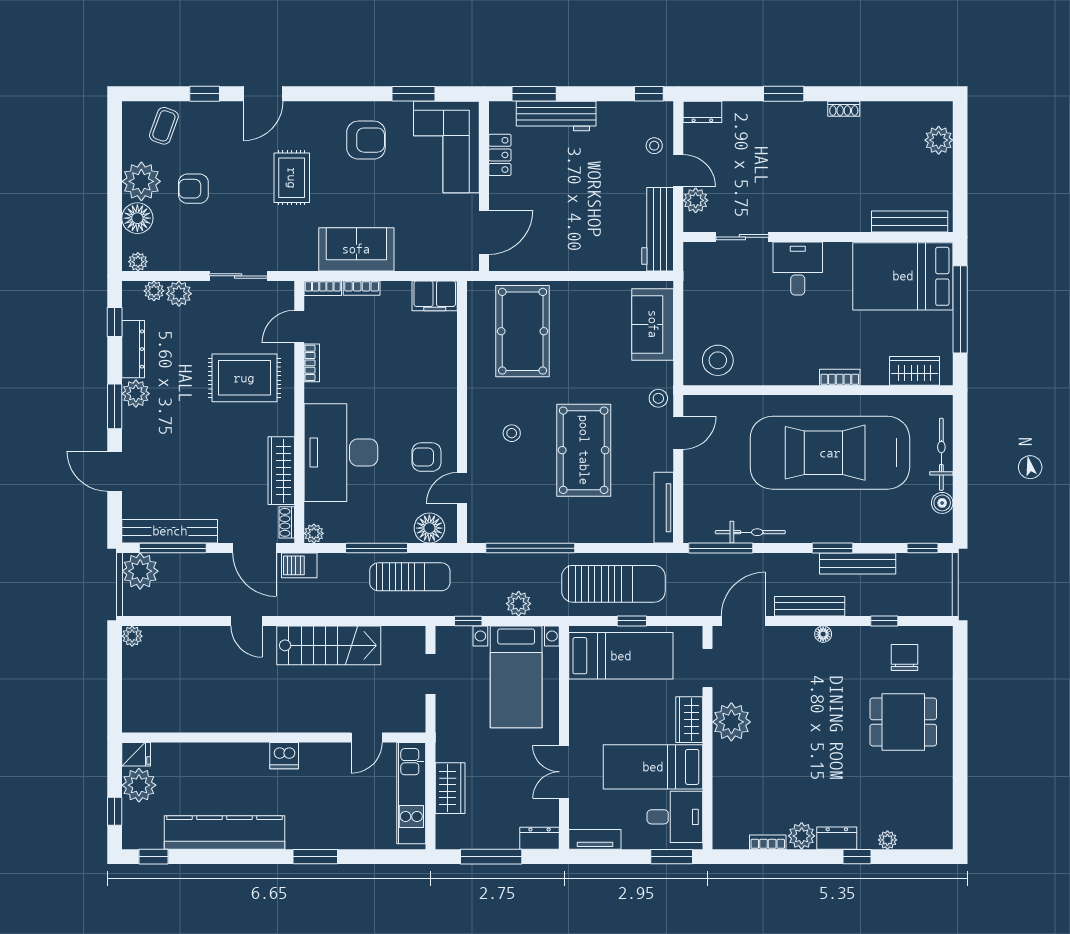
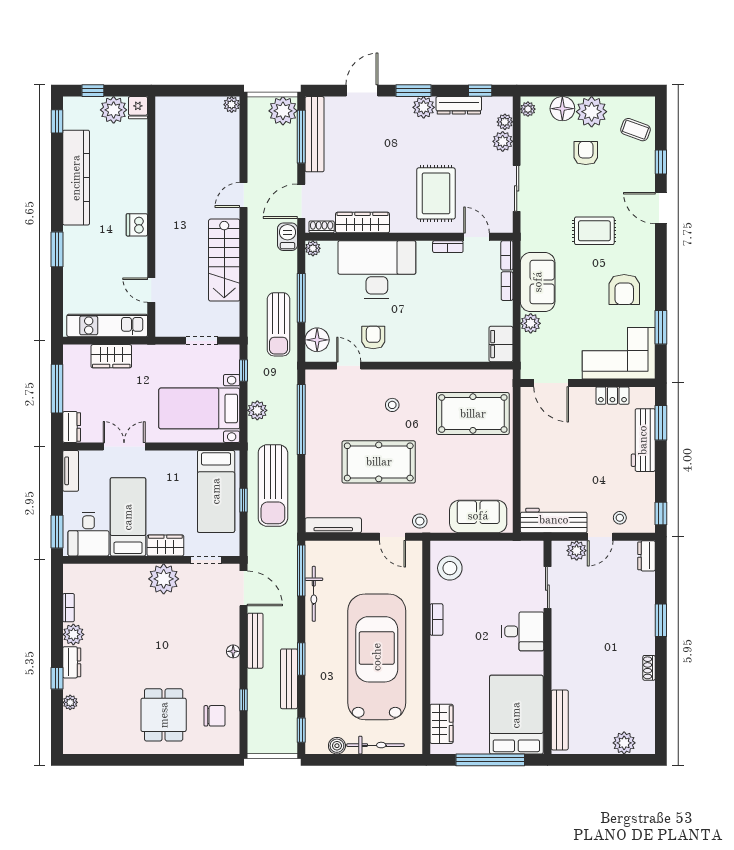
plant: (409, 258) -> (531, 323), added
bookcase: (840, 377) -> (436, 619), moved

